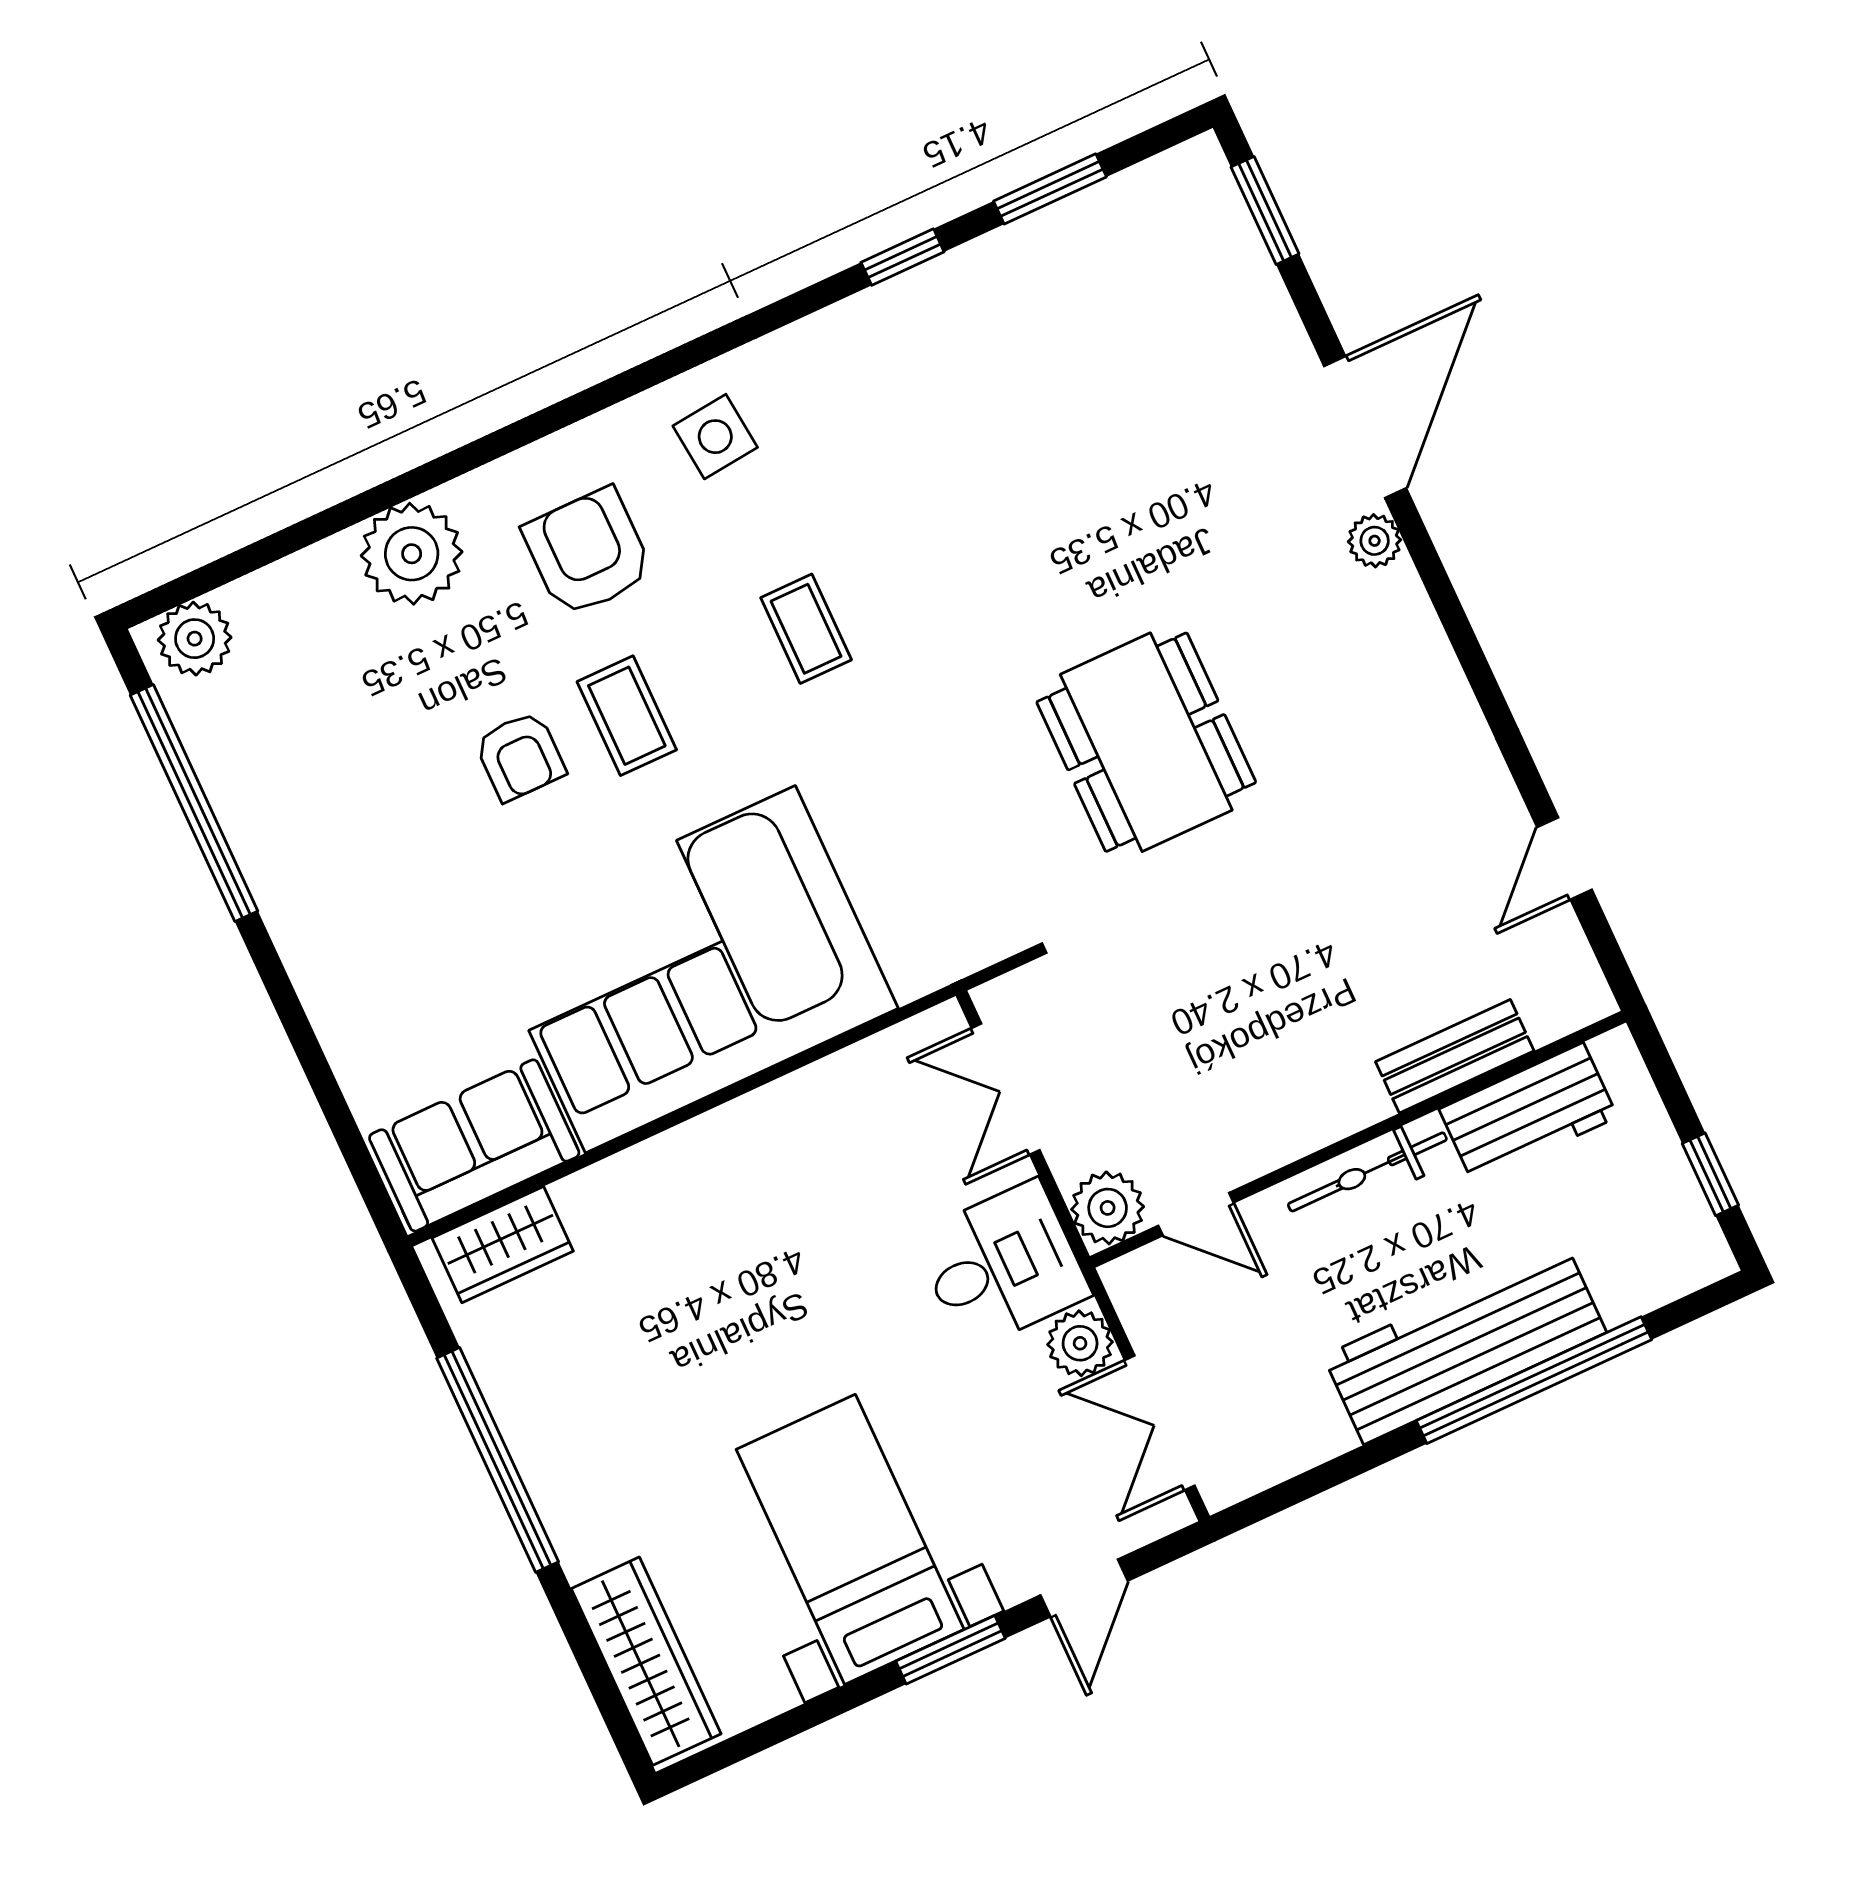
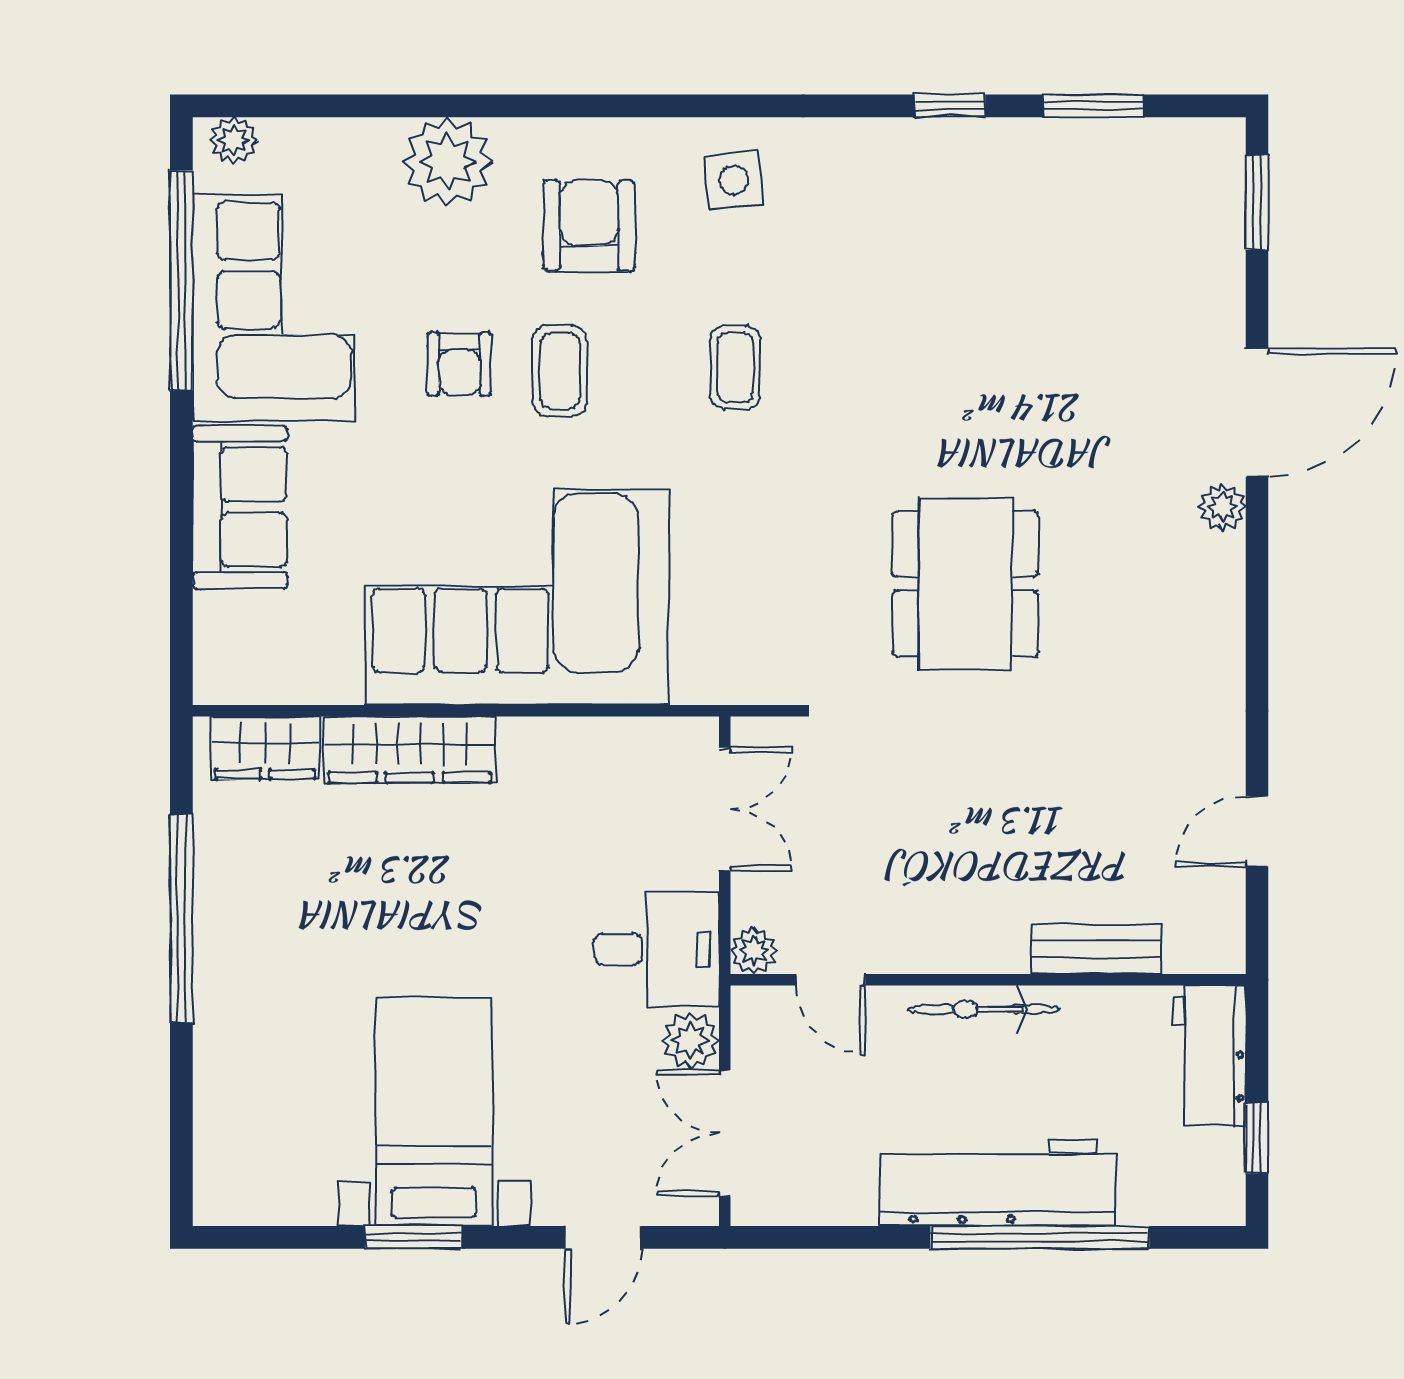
plant: (195, 639) -> (234, 141), width x0.73, depth x0.73
corner sofa: (302, 787) -> (274, 308), added
double door: (1006, 1089) -> (725, 809), swing flipped
workbench: (1528, 1113) -> (1209, 1056), moved, turned 90
sofa: (474, 1145) -> (240, 507), moved, turned 90
plant: (1108, 1208) -> (754, 951), width x0.73, depth x0.73
window: (950, 1650) -> (413, 1237), moved
wardrobe: (646, 1661) -> (410, 750), moved, turned 90

